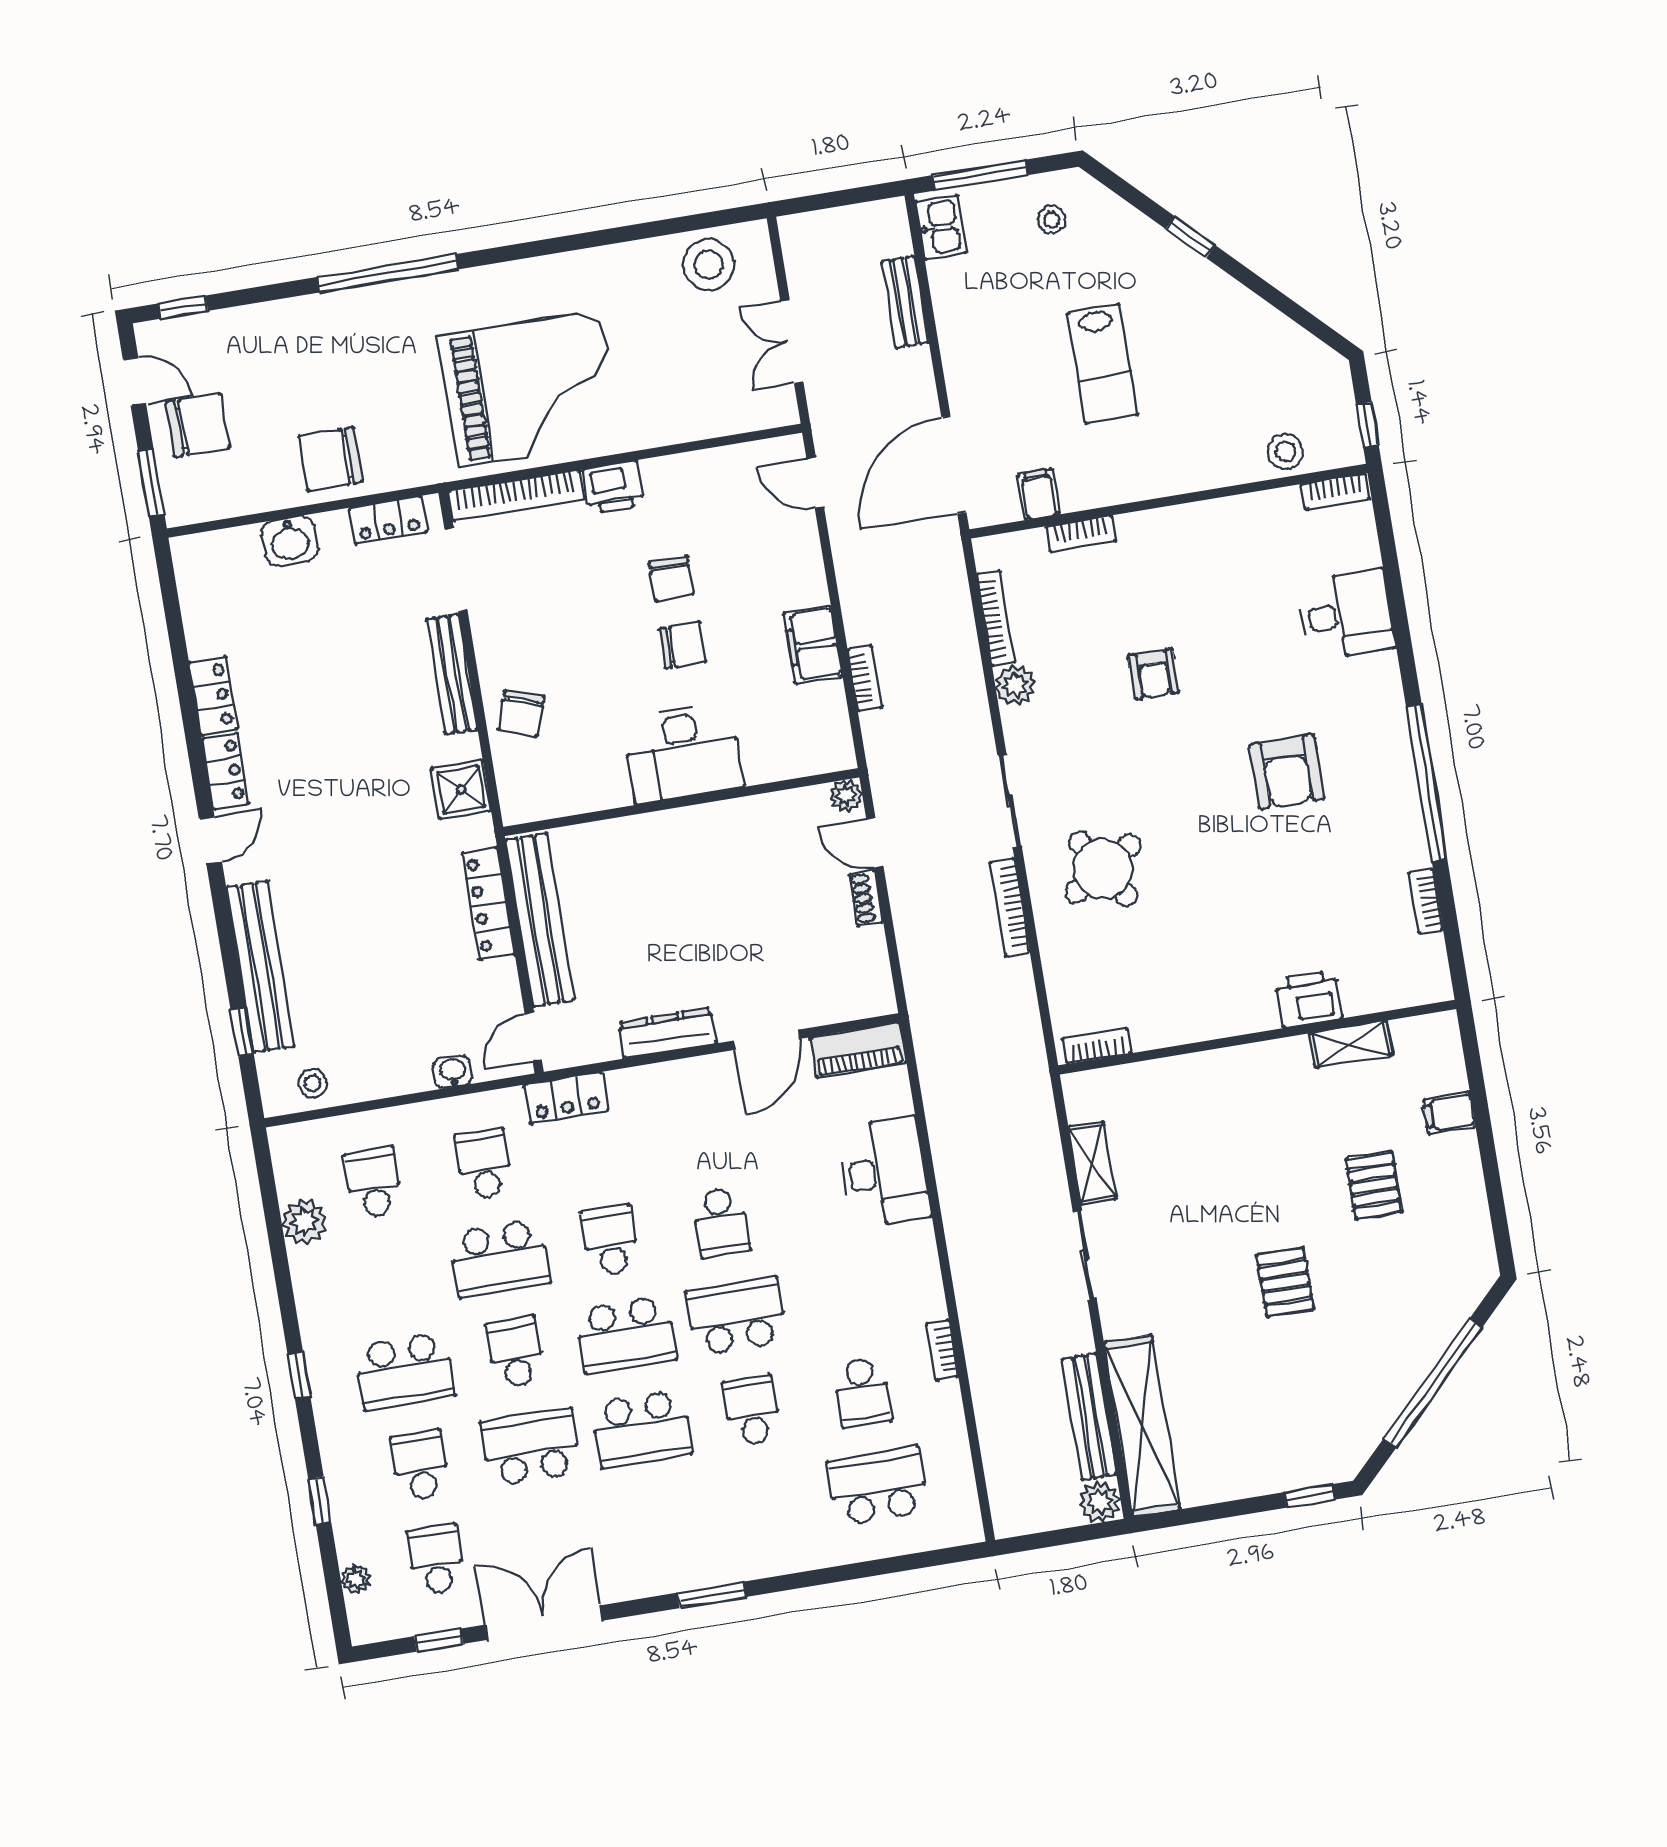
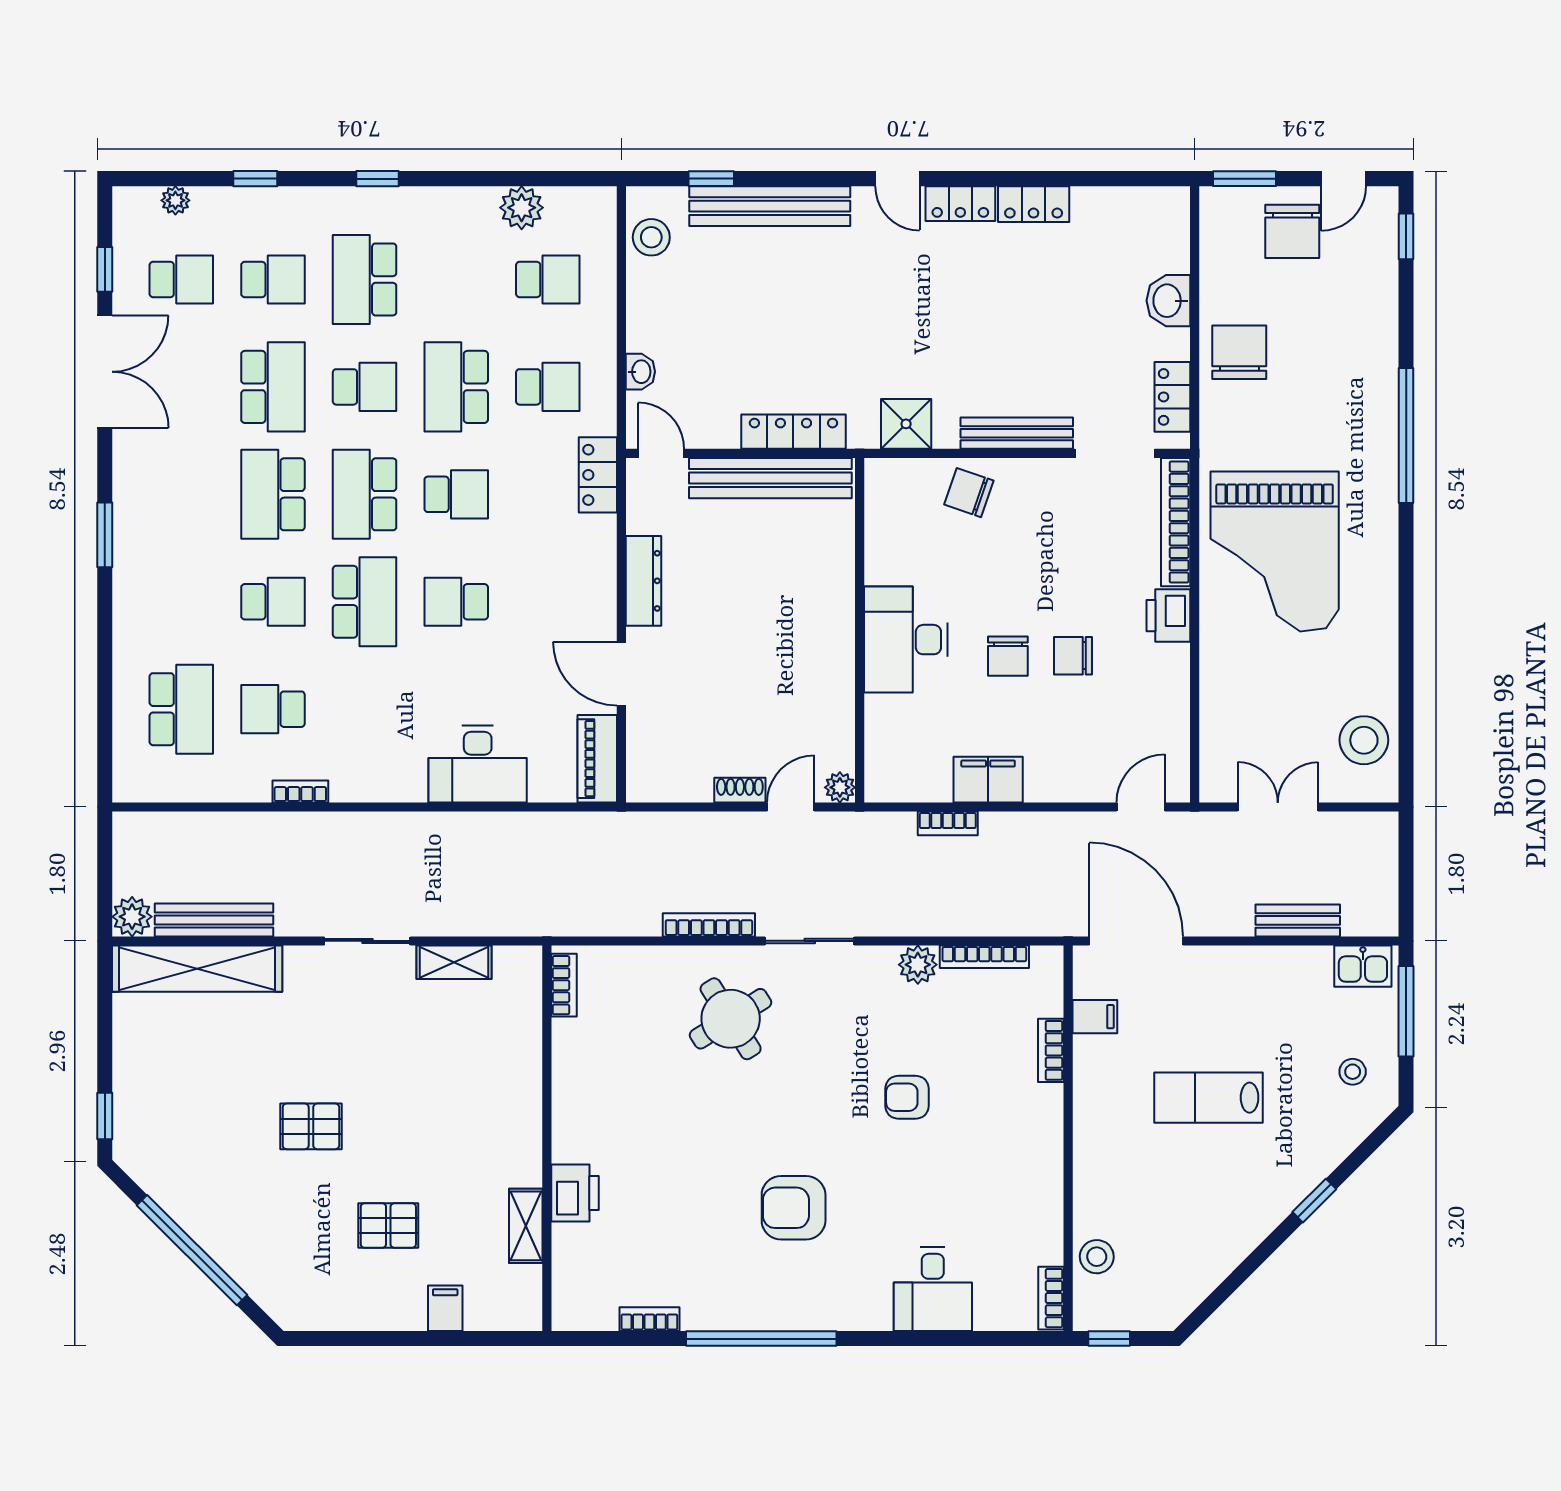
stool: (313, 1083) -> (651, 237), width x1.37, depth x1.37

